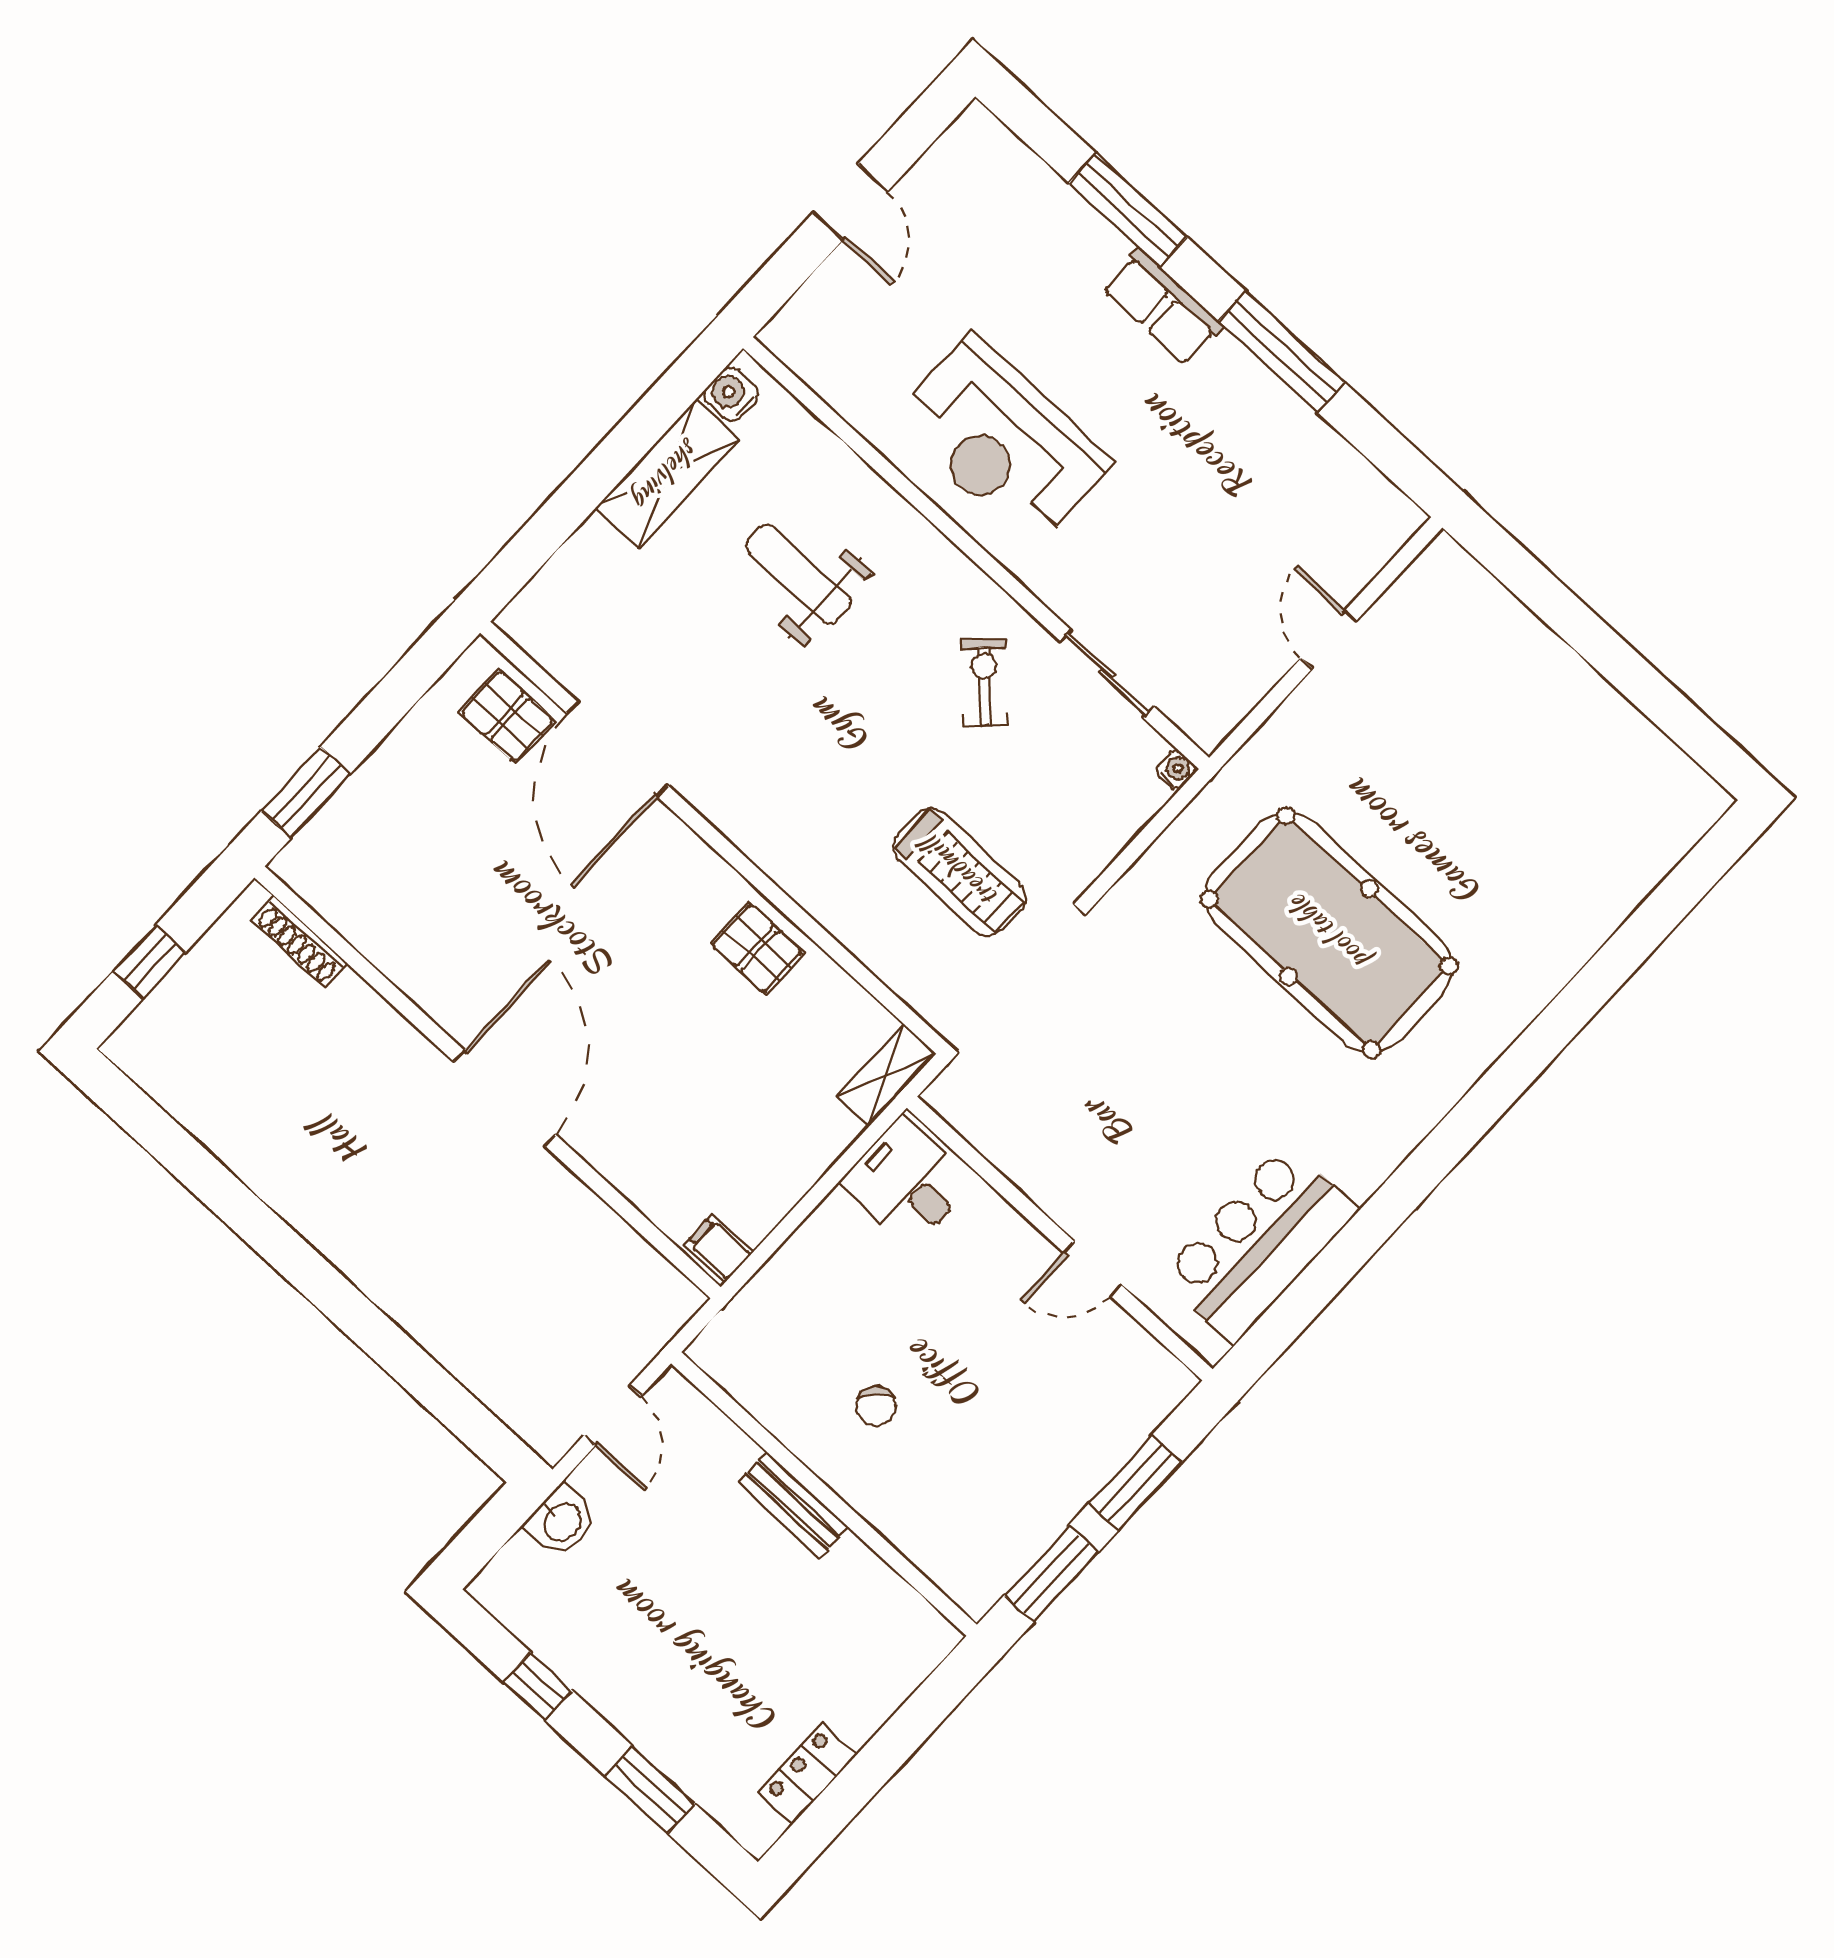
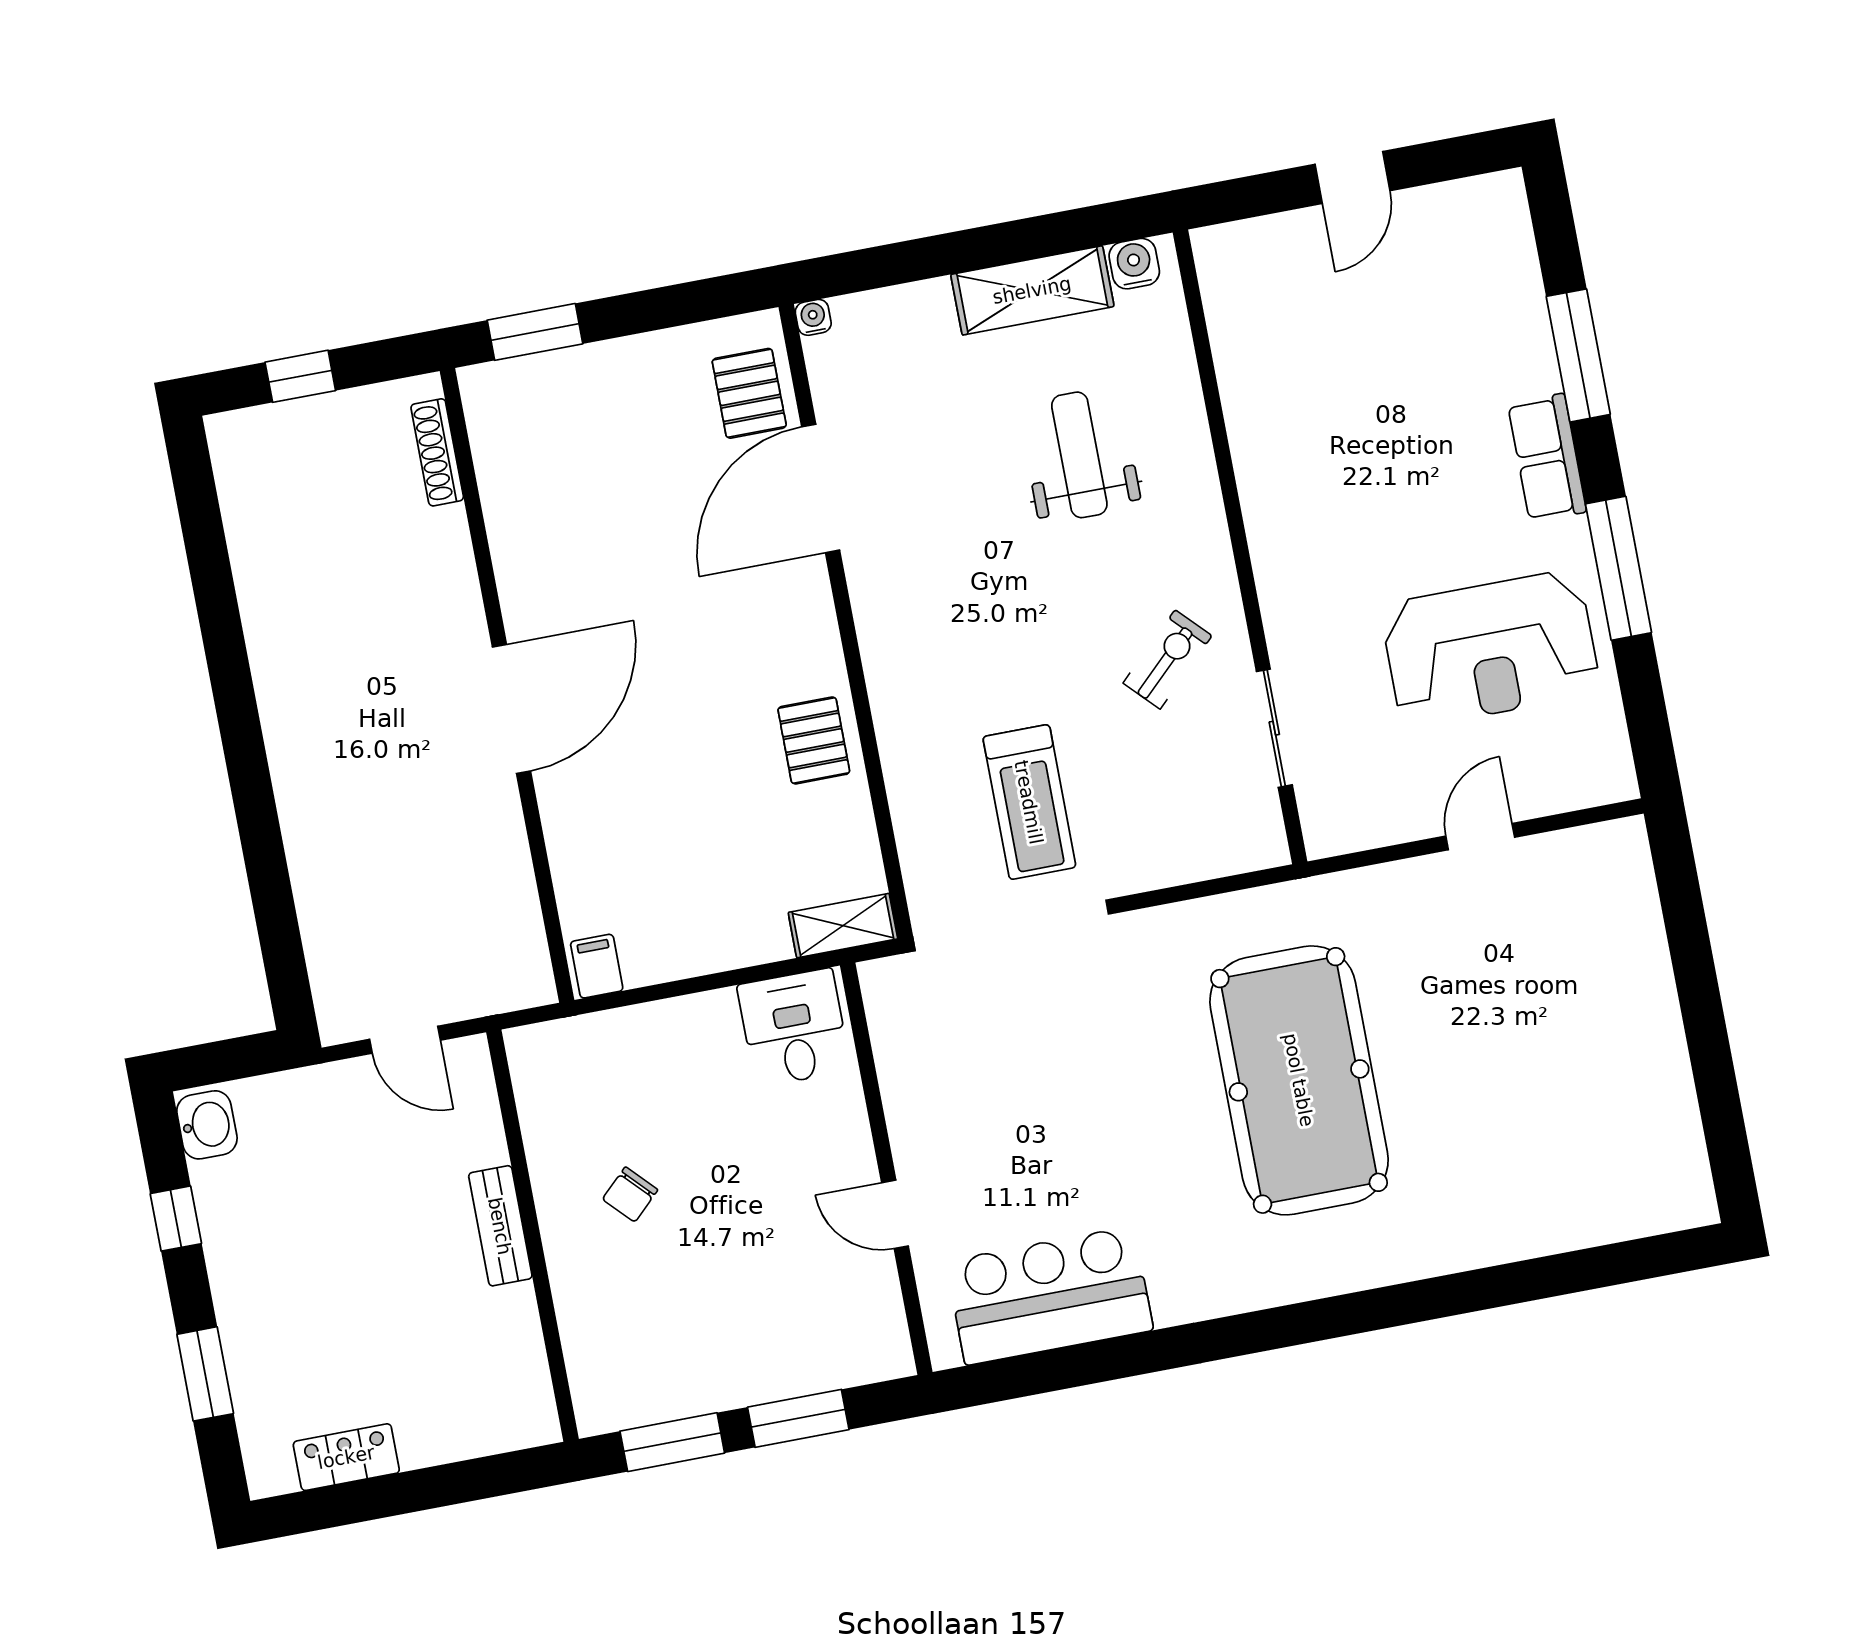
reception desk: (1002, 442) -> (1490, 649), moved, turned -90
water cooler: (1176, 770) -> (813, 317), moved, turned -90
door: (613, 1416) -> (405, 1040), hinge flipped
washbasin: (561, 1521) -> (207, 1125), moved, turned -90

